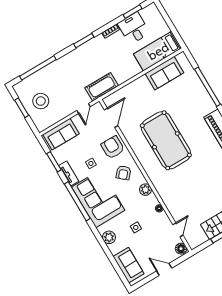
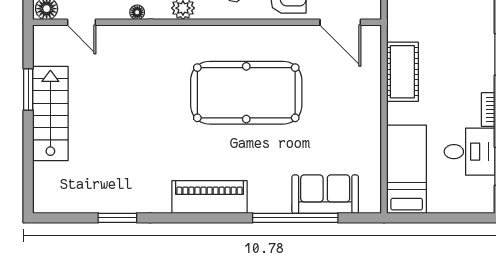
sofa: (164, 73) -> (325, 194), moved, turned 90
cot: (102, 87) -> (402, 72), moved

